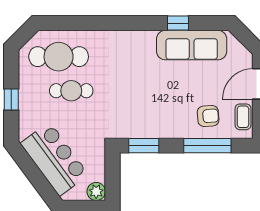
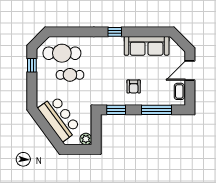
window: (178, 23) -> (115, 32), moved
window: (11, 99) -> (32, 65), moved
armchair: (208, 116) -> (134, 86), moved, turned 94

